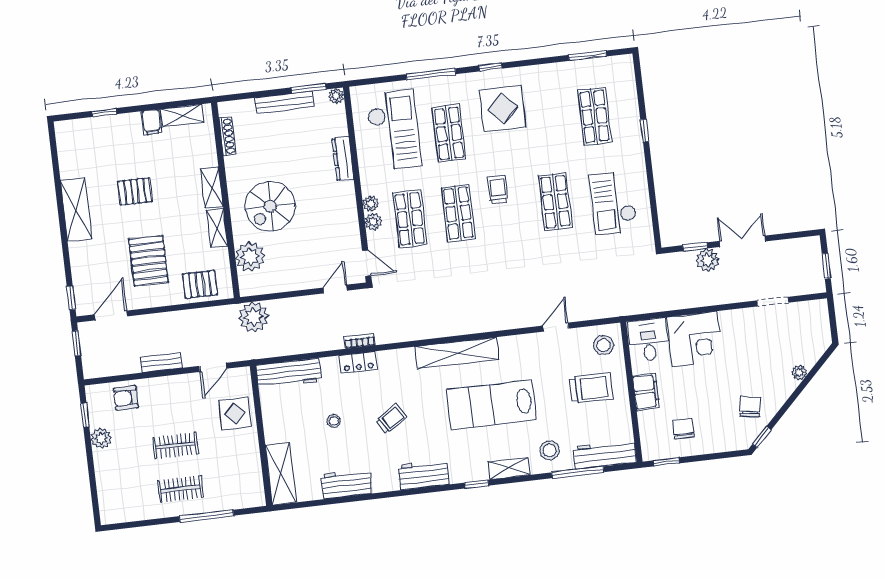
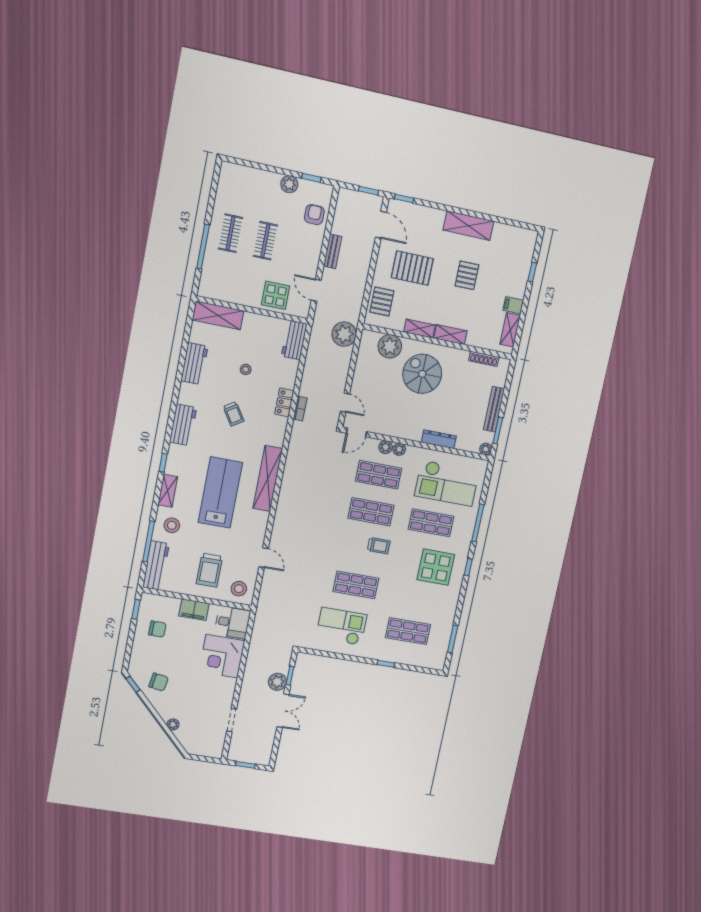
workbench: (289, 373) -> (294, 340), width x0.73

